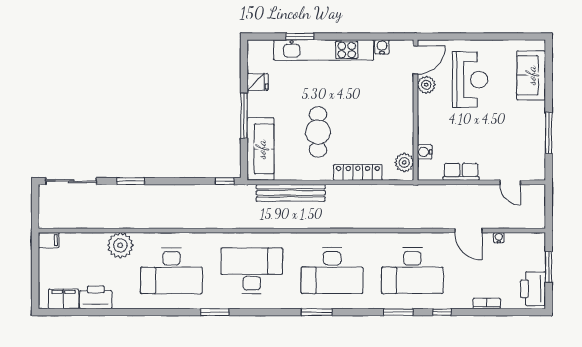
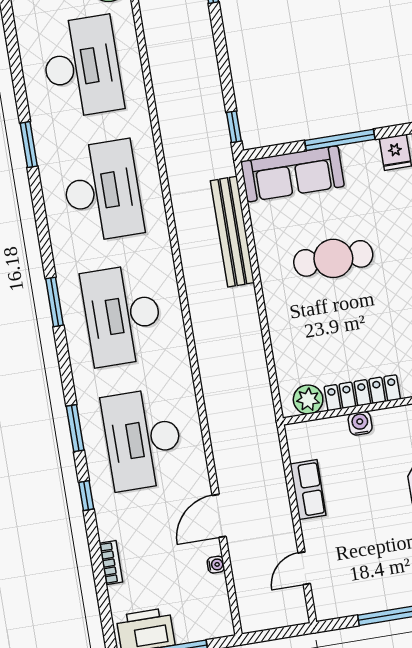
water cooler: (425, 152) -> (360, 423), moved
locker: (358, 172) -> (362, 393), moved, turned -90
desk: (171, 271) -> (82, 67), turned 180

